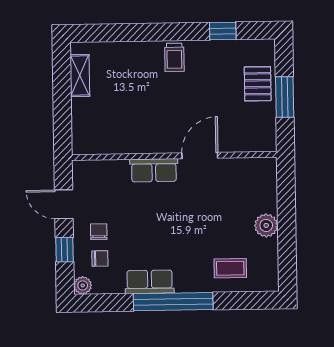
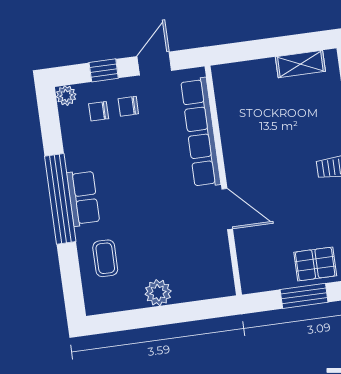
row of seats: (154, 170) -> (201, 132), width x2.02
chair: (99, 232) -> (128, 106), turned 180
chair: (100, 258) -> (99, 111), turned 90
row of seats: (150, 282) -> (83, 198), moved

